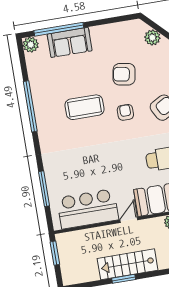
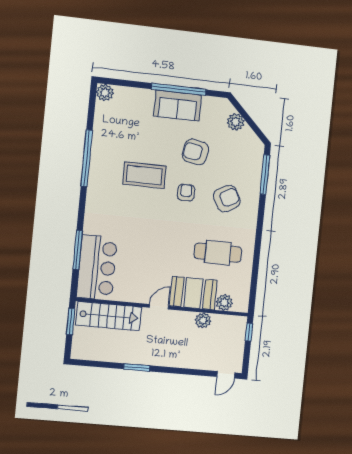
window: (59, 29) -> (179, 89), moved
sofa: (70, 42) -> (178, 106), moved
bar counter: (88, 209) -> (97, 267), moved, turned 90
stairs: (128, 264) -> (109, 316), moved, turned 180

